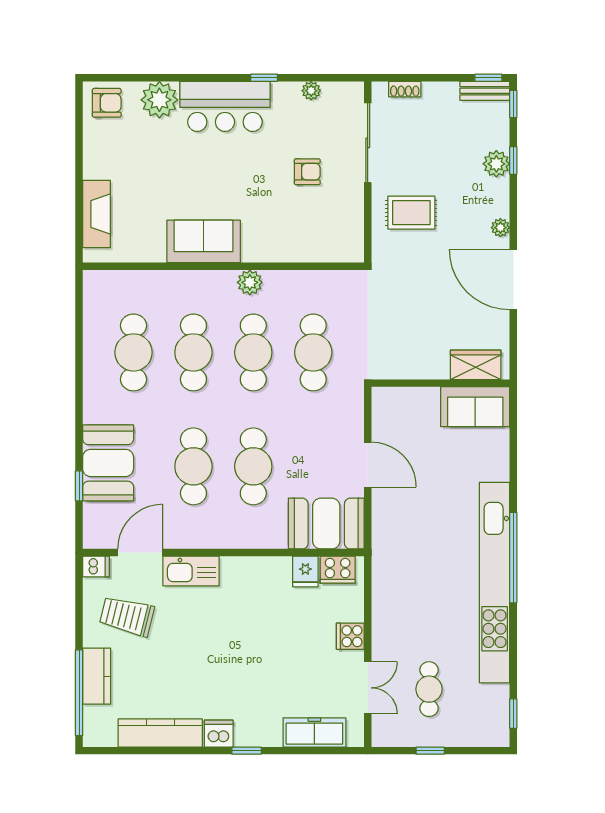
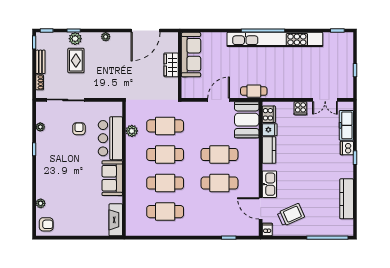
bench: (485, 91) -> (40, 62), moved
plant: (159, 100) -> (41, 203), width x0.53, depth x0.53
armchair: (107, 103) -> (46, 224), turned 90
bar counter: (225, 106) -> (110, 138), moved, turned 180
rug: (411, 213) -> (76, 61), moved
fireplace: (96, 214) -> (116, 220), moved, turned -90
door: (513, 279) -> (146, 31), moved
plant: (250, 282) -> (132, 131), moved
wardrobe: (476, 365) -> (171, 65), moved
sofa: (475, 407) -> (191, 55), width x1.36
booth: (108, 463) -> (218, 224), removed
trolley: (127, 616) -> (291, 215), turned -128
kitchen counter: (97, 676) -> (269, 150), moved, turned 90
double door: (368, 688) -> (325, 100), swing flipped
cafe table: (429, 689) -> (254, 91), moved
dishwasher: (219, 734) -> (347, 148), moved

